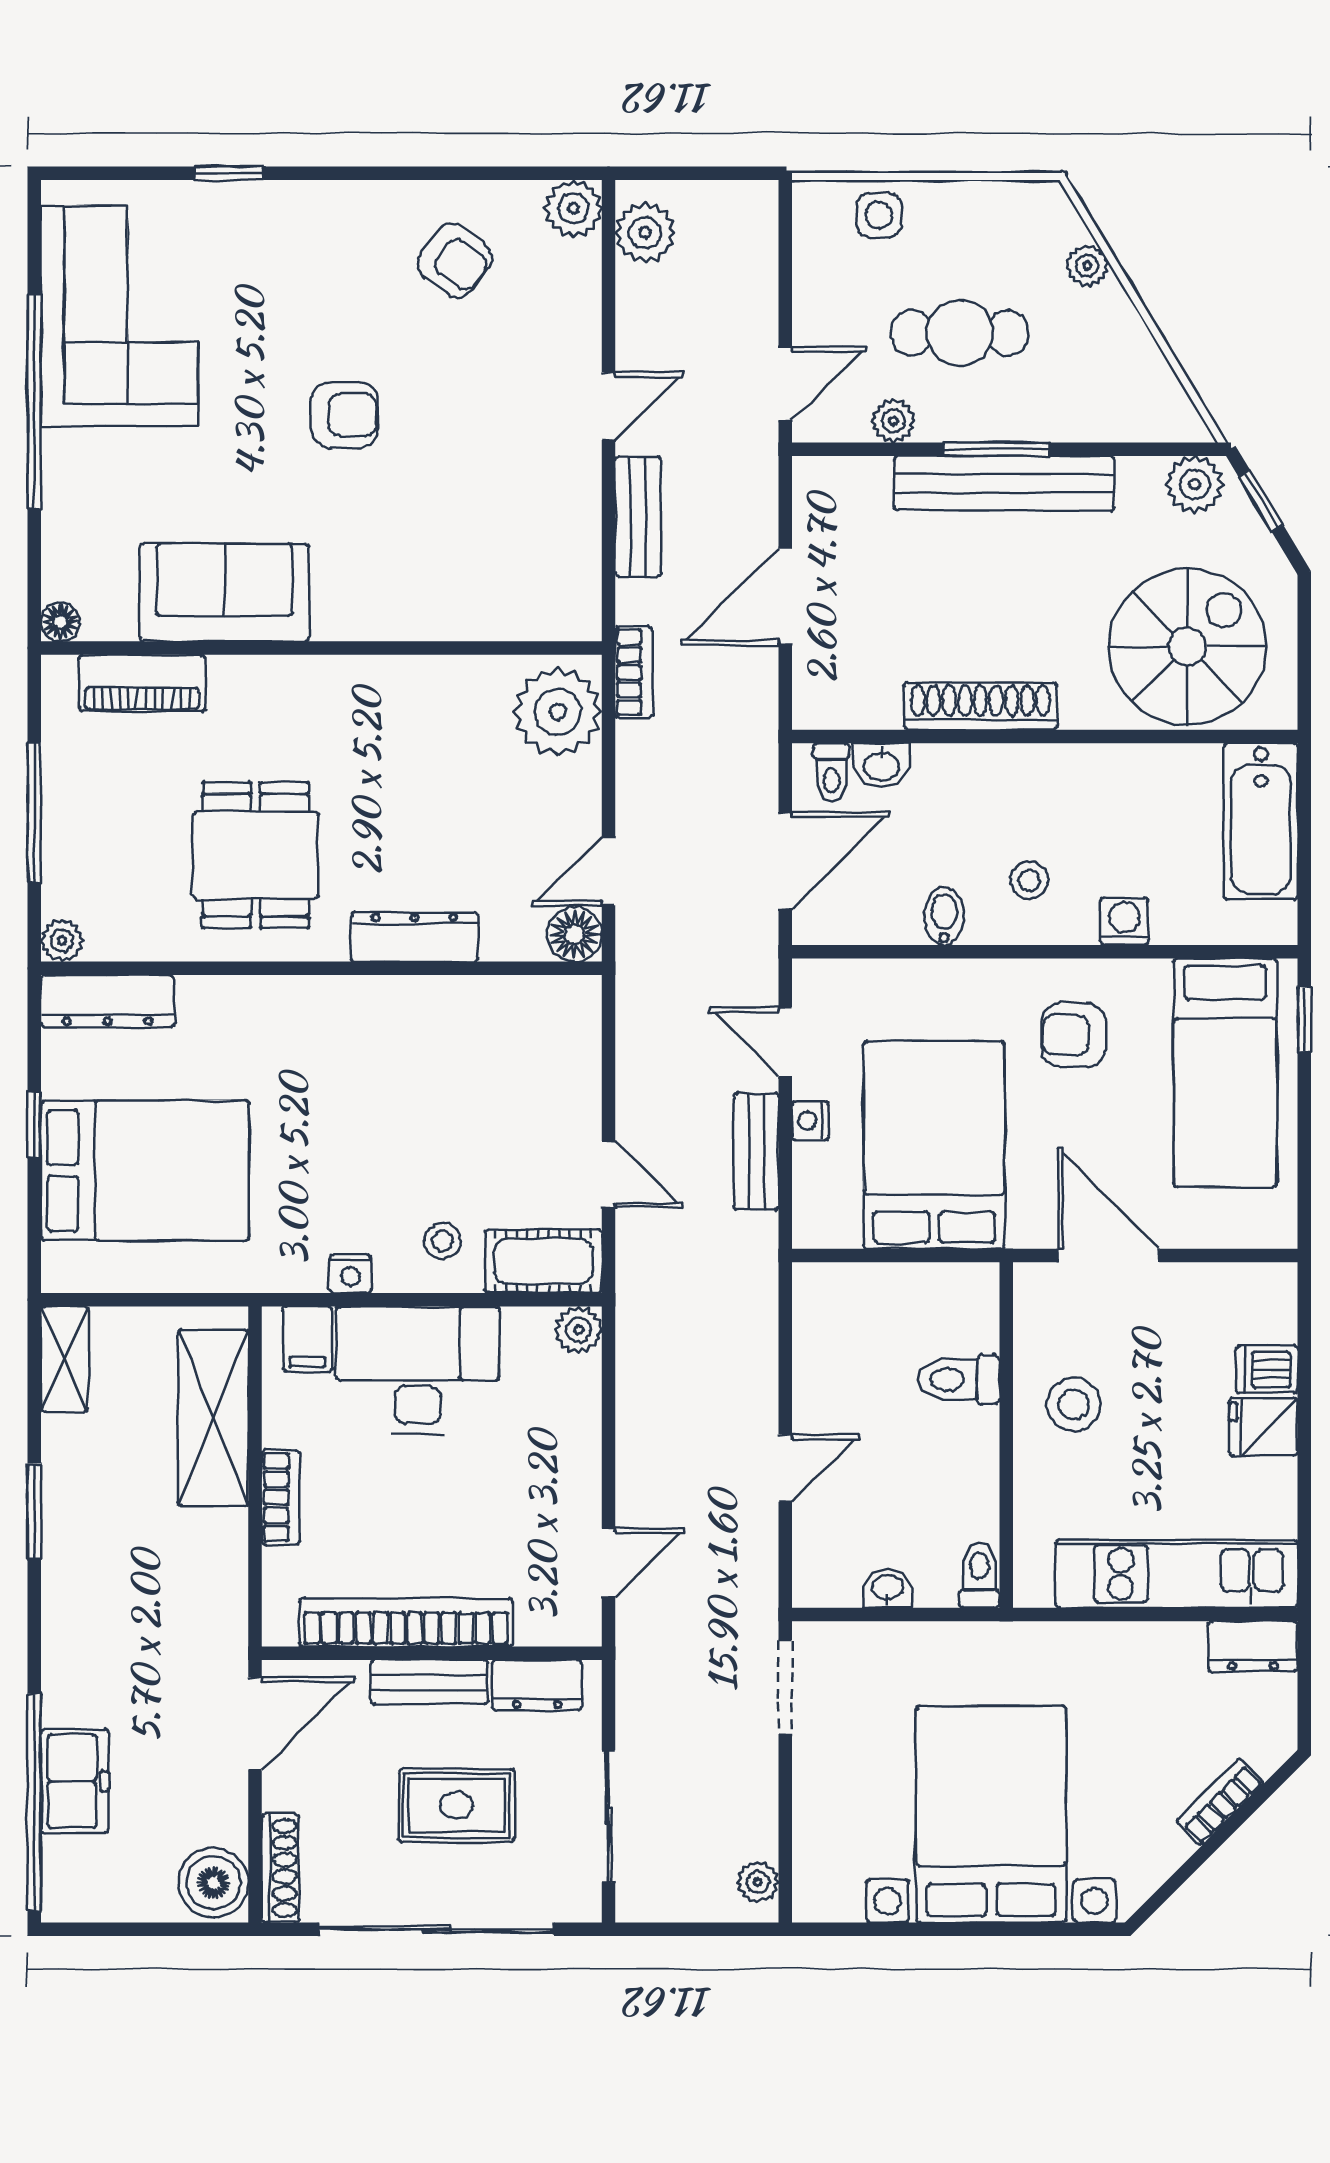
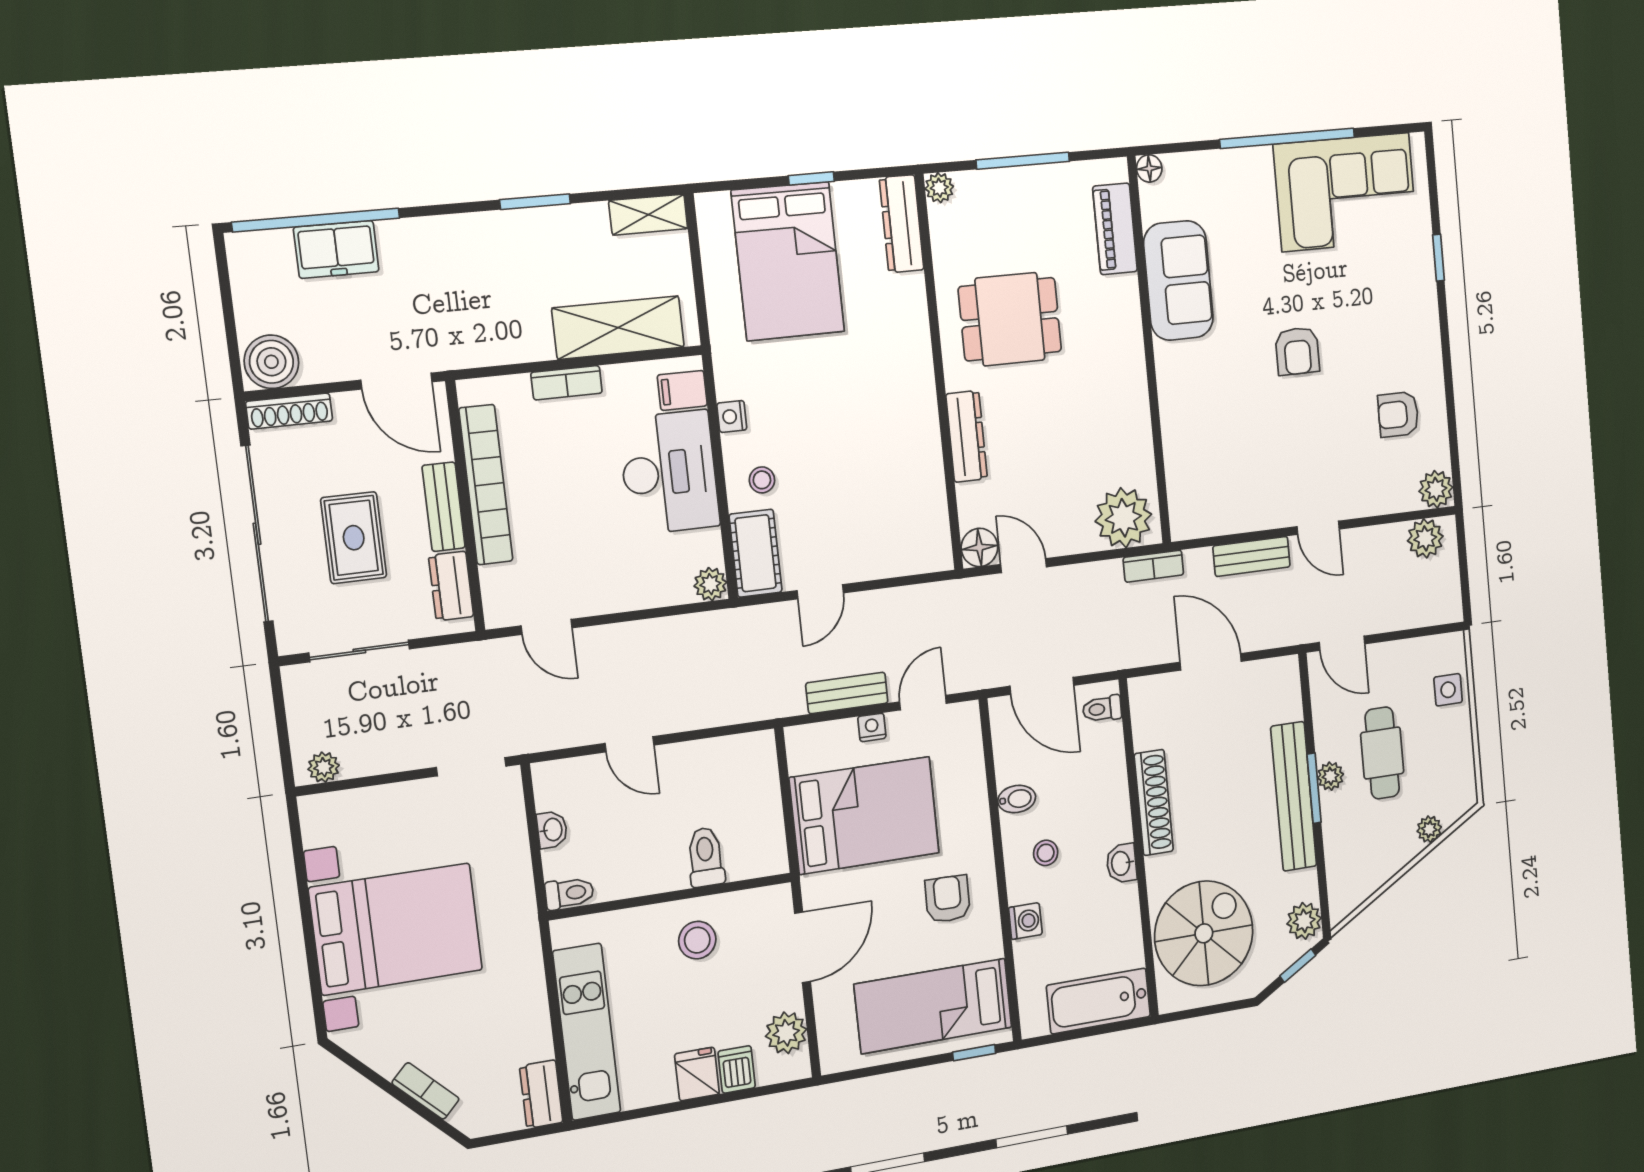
armchair: (455, 260) -> (1398, 414), turned 54
plant: (893, 421) -> (1330, 776), moved
spiral stairs: (1187, 647) -> (1204, 933), turned -90
washbasin: (881, 765) -> (1121, 863), moved
plant: (1227, 1293) -> (786, 1033), added

